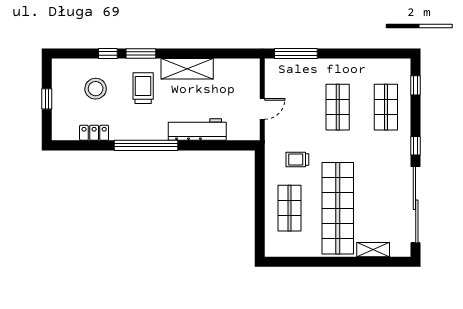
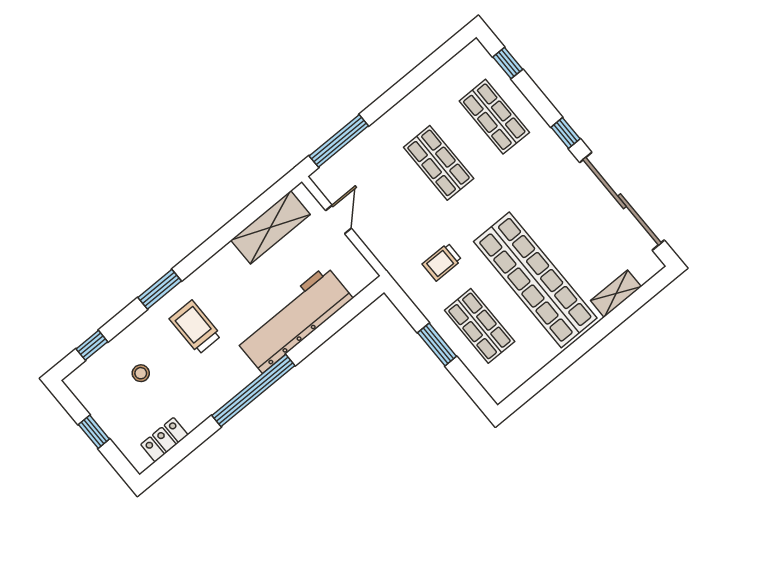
window: (108, 54) -> (92, 345), moved
shelving: (187, 69) -> (270, 227), moved
stool: (96, 89) -> (141, 373), width x0.53, depth x0.53
door: (262, 109) -> (338, 219), moved
workbench: (197, 130) -> (294, 319), width x1.36, depth x1.32
locker: (94, 133) -> (164, 440), moved
window: (260, 200) -> (437, 345), added

